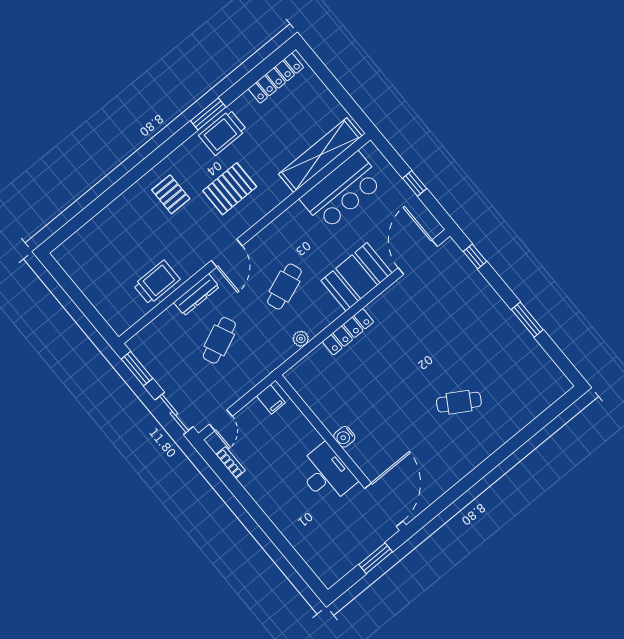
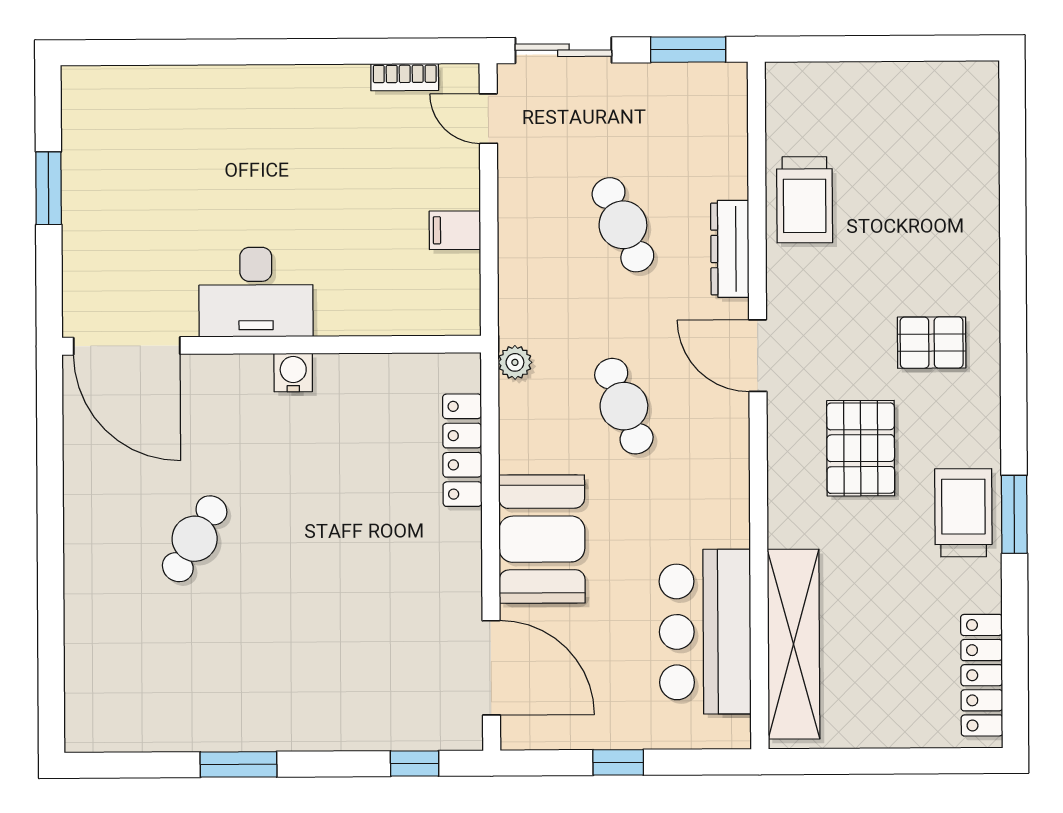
water cooler: (344, 437) -> (293, 373), moved
wall: (341, 453) -> (272, 345), moved
desk: (326, 474) -> (256, 292), moved
door: (384, 505) -> (127, 346), moved

